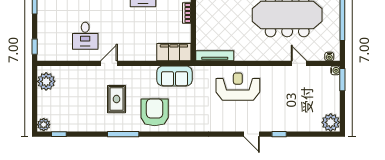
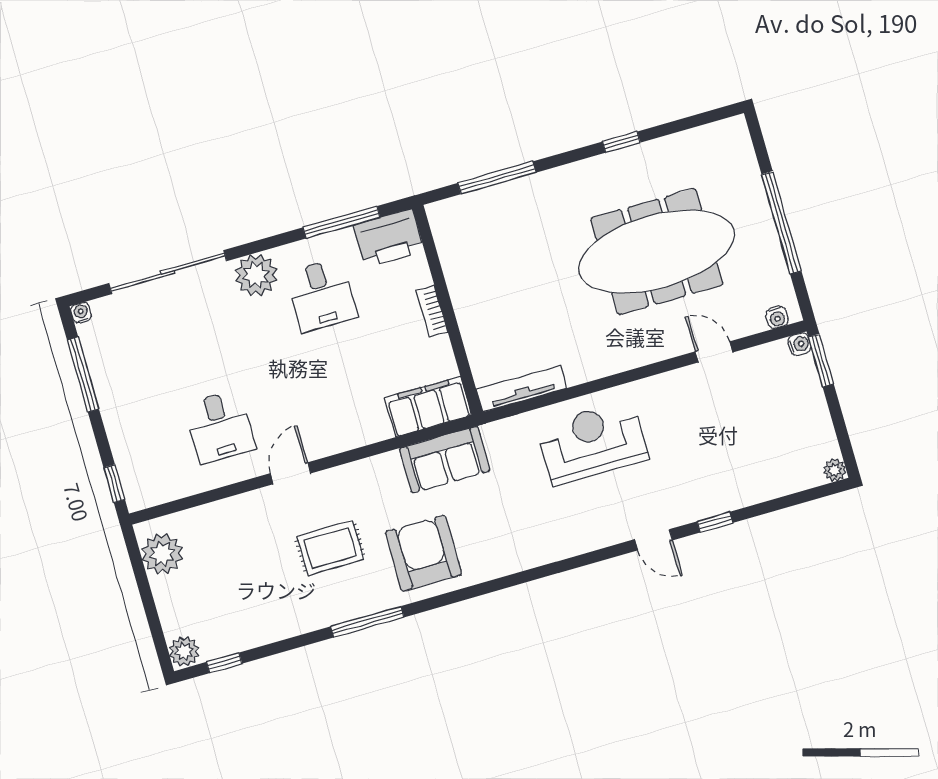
rug: (117, 99) -> (330, 548), turned 90
plant: (331, 122) -> (835, 470), width x0.53, depth x0.53

